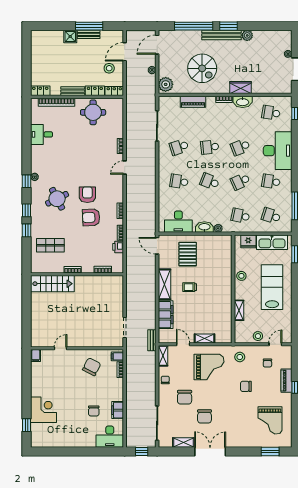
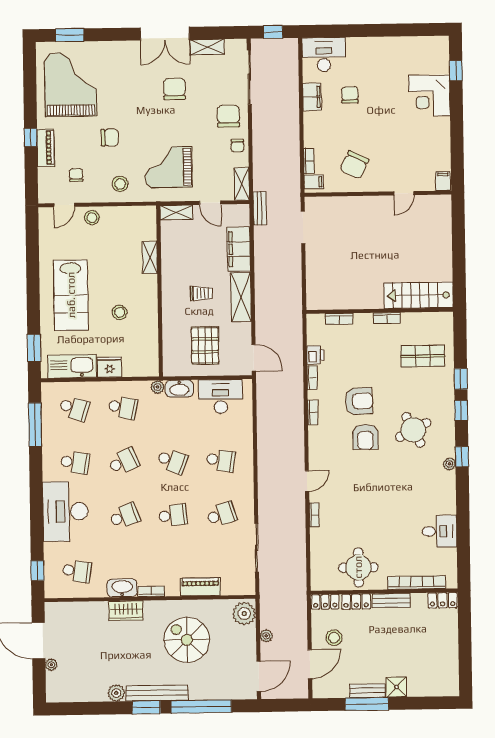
wall: (233, 289) -> (160, 291), moved
shelving: (239, 310) -> (150, 257), moved
chair: (185, 397) -> (228, 116), moved
grand piano: (270, 420) -> (71, 84), width x1.37, depth x1.48

